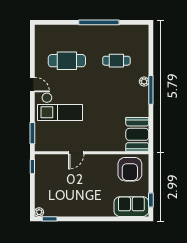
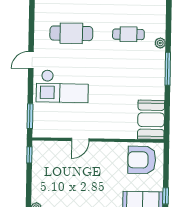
plant: (144, 82) -> (160, 43), moved
door: (32, 85) -> (31, 60), swing flipped
armchair: (130, 169) -> (142, 160), turned 90

